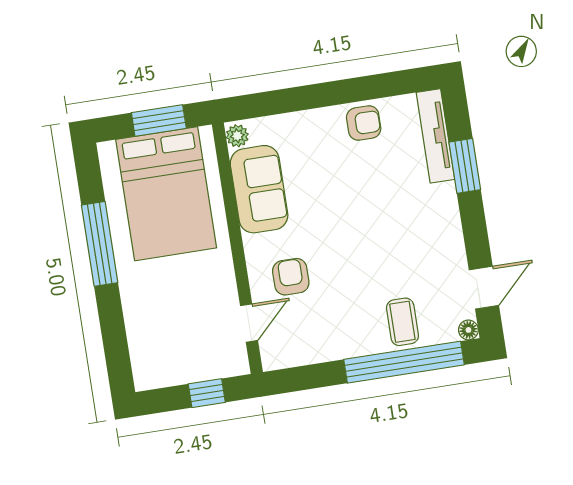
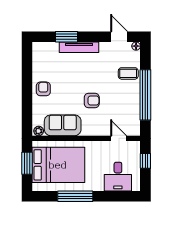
armchair: (364, 123) -> (43, 89), moved
tv unit: (435, 136) -> (79, 47), moved
armchair: (291, 277) -> (92, 101), moved, turned 180
desk: (161, 335) -> (118, 177), added
window: (404, 362) -> (145, 95), moved

